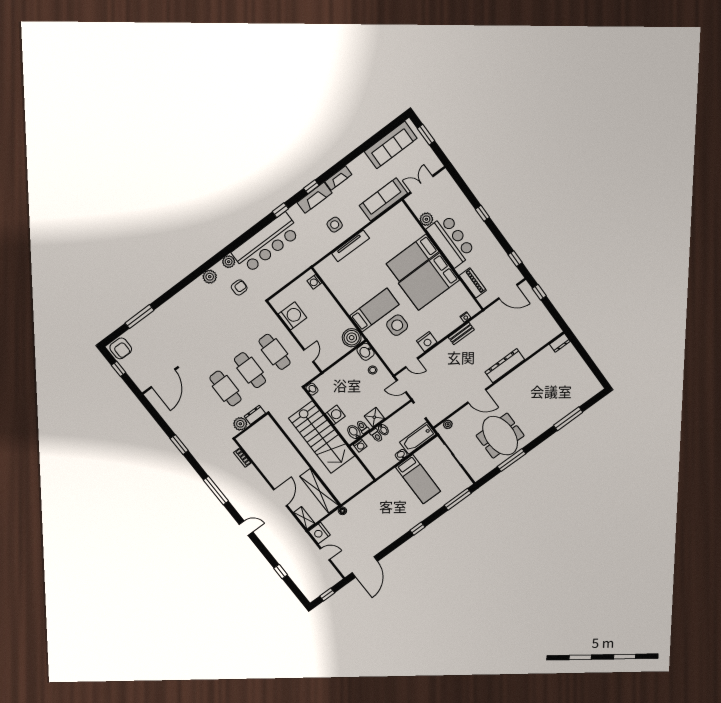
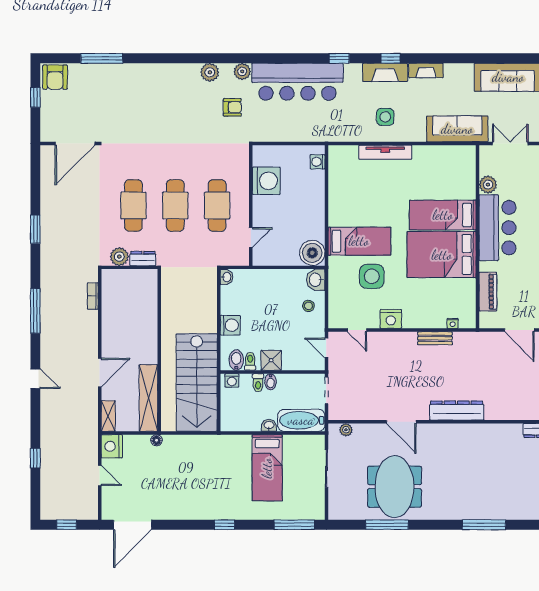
stairs: (322, 437) -> (197, 383), moved

